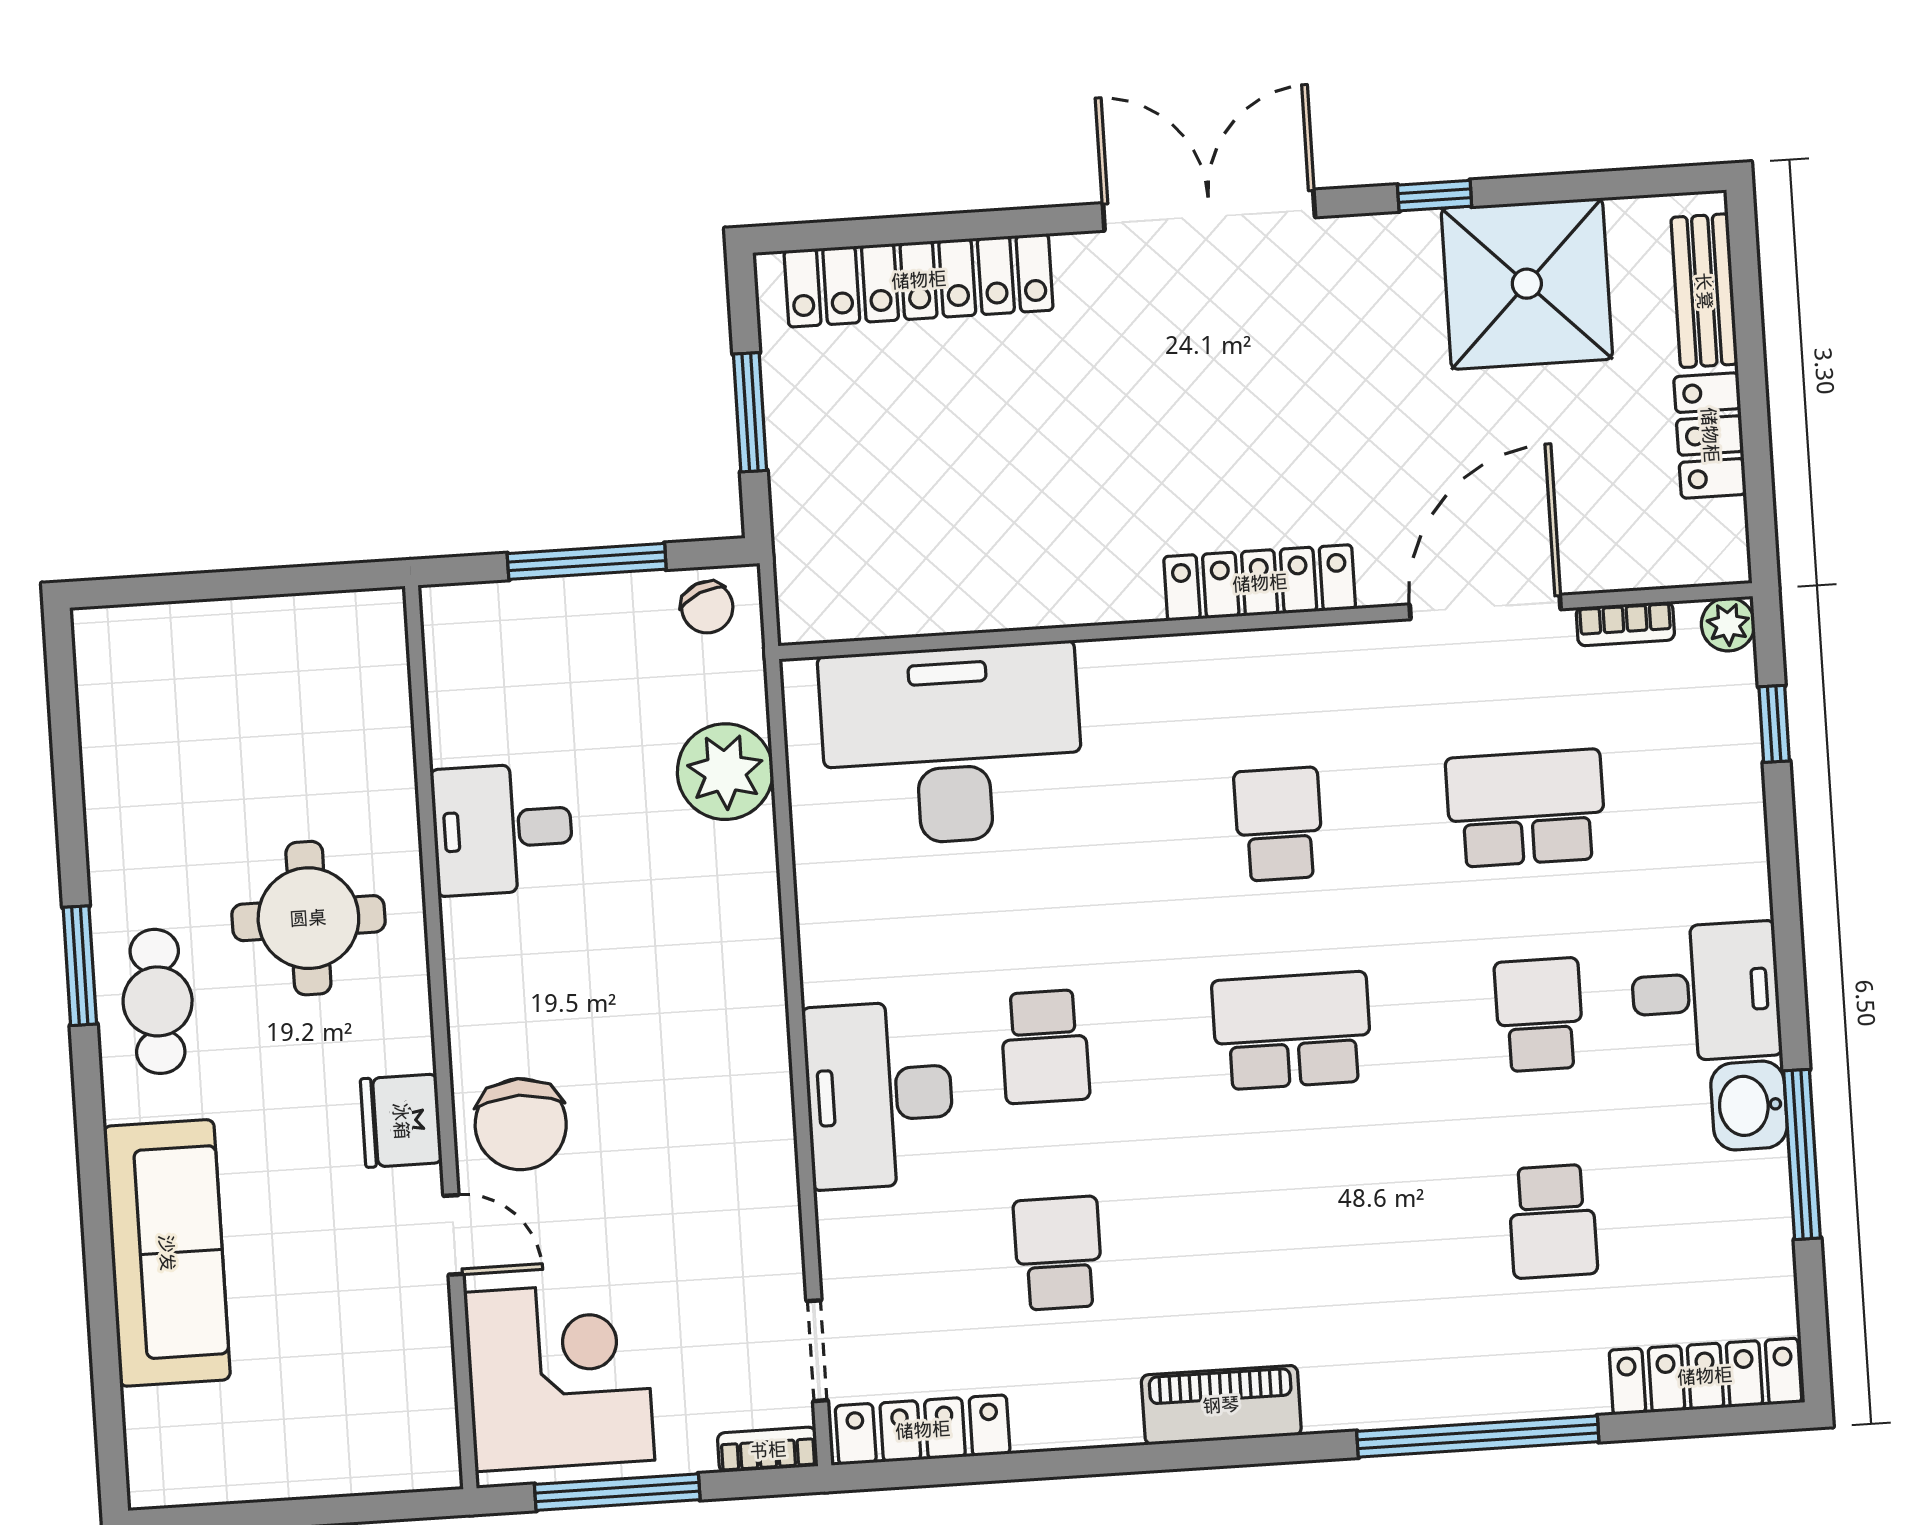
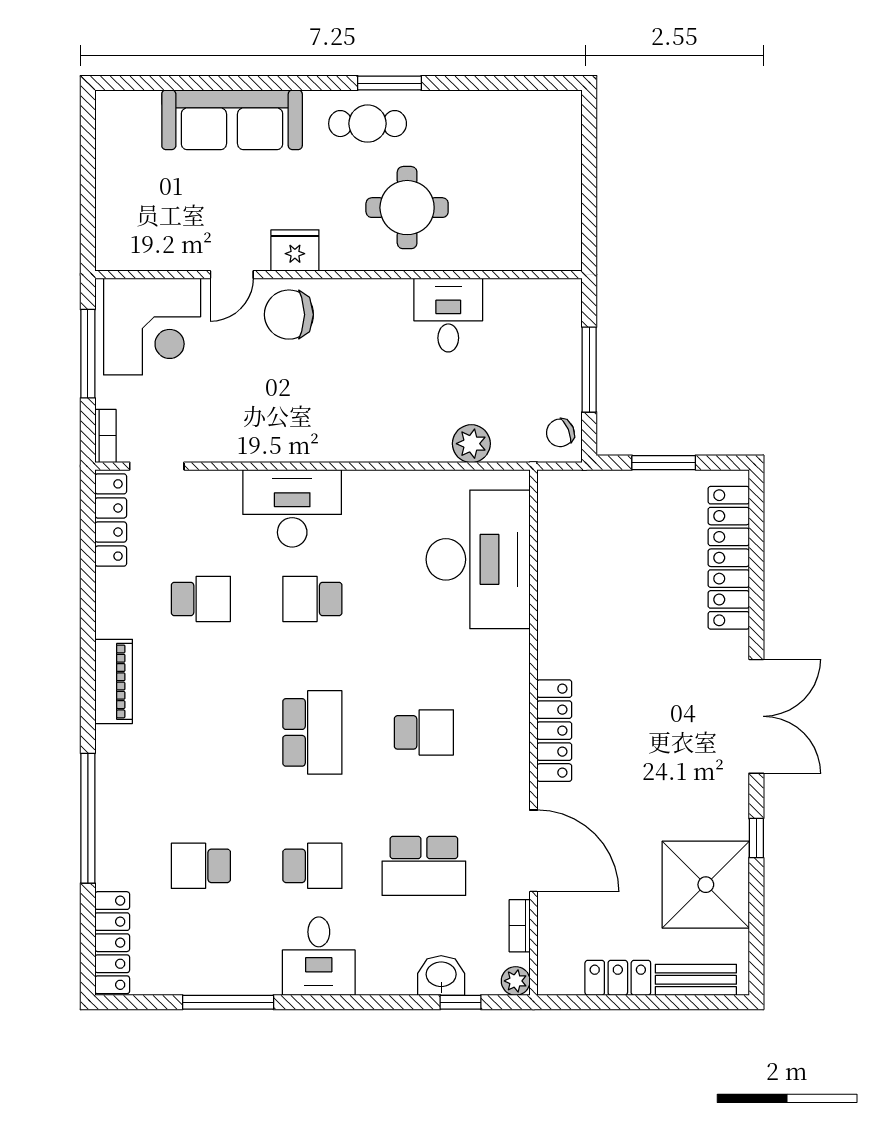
plant: (725, 772) -> (471, 444), width x0.73, depth x0.73
school desk: (1526, 808) -> (424, 866), turned 90
washbasin: (1749, 1106) -> (441, 975), moved

